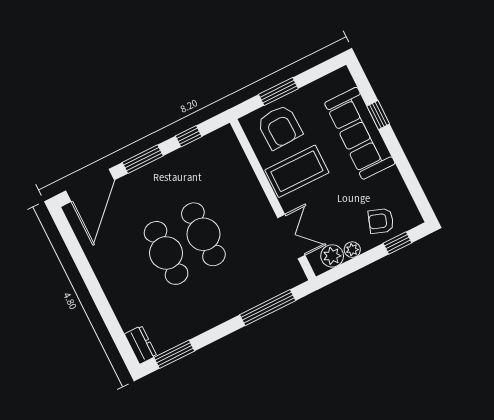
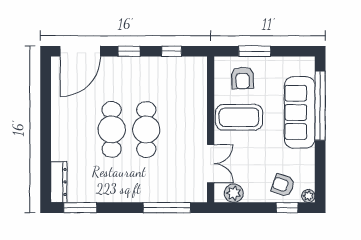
window: (378, 115) -> (320, 106), width x3.17
armchair: (280, 127) -> (242, 78), width x0.72, depth x0.72
window: (143, 159) -> (129, 51), width x0.67
plant: (352, 250) -> (308, 196), moved
dresser: (141, 345) -> (59, 182), width x1.44

